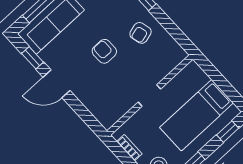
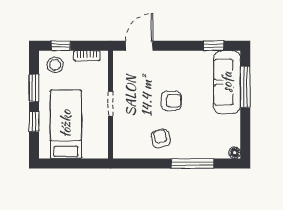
door: (57, 84) -> (139, 46), moved
window: (228, 132) -> (34, 121), moved

